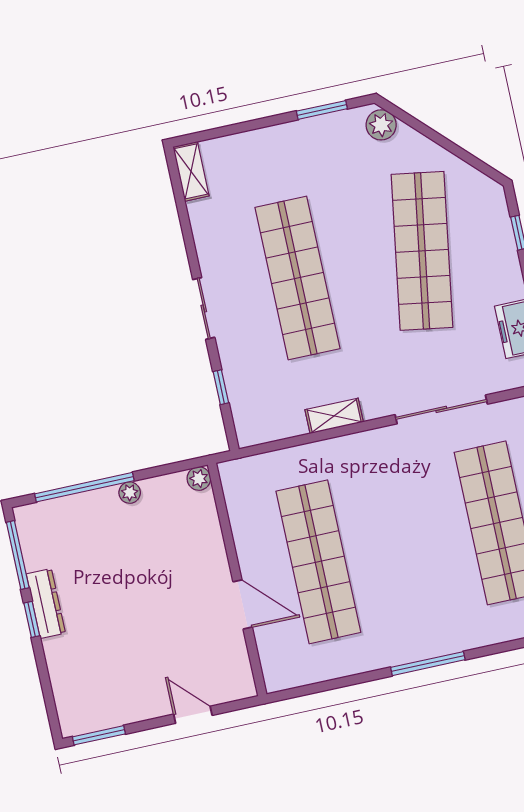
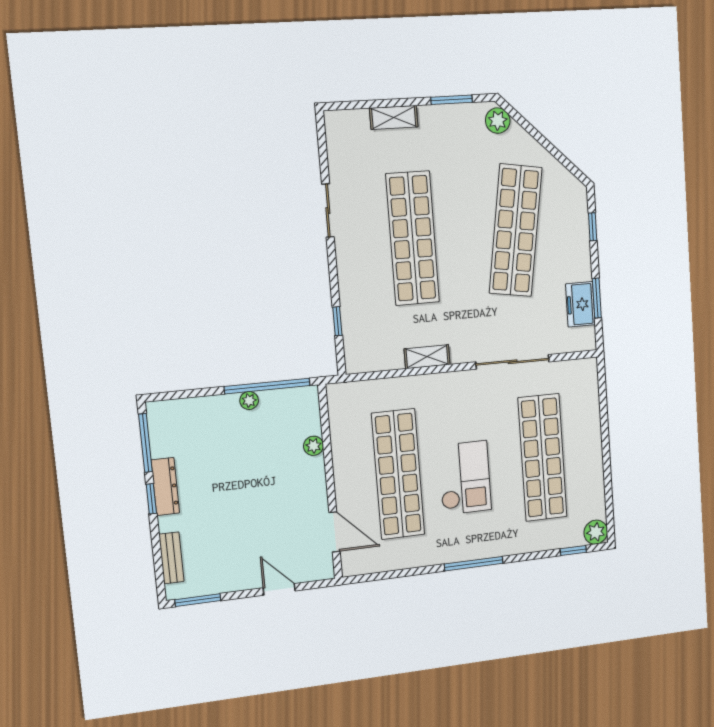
shelving: (191, 171) -> (394, 117), moved, turned 90
sliding door: (204, 308) -> (328, 211), moved
plant: (199, 479) -> (314, 446), moved
window: (84, 487) -> (267, 386), moved
checkout: (402, 558) -> (465, 478), added
door: (243, 604) -> (334, 532), moved
bench: (63, 687) -> (171, 558), added

